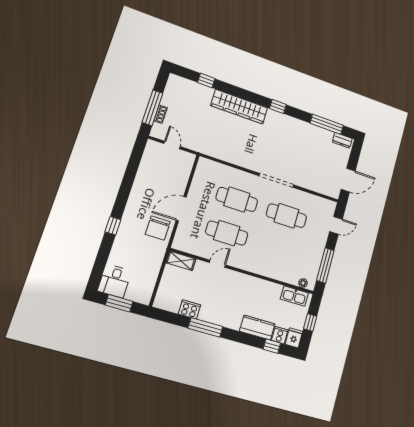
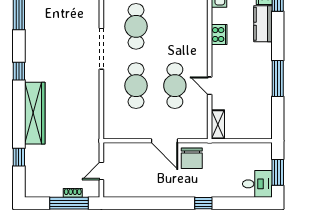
chair: (158, 228) -> (192, 158), turned 90
cooker: (189, 309) -> (219, 35), moved, turned 180

